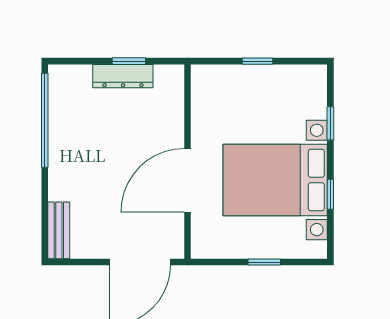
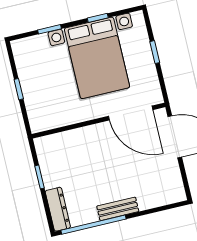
dresser: (123, 76) -> (58, 209), moved
door: (188, 180) -> (131, 113), moved
bench: (59, 230) -> (118, 209), moved

